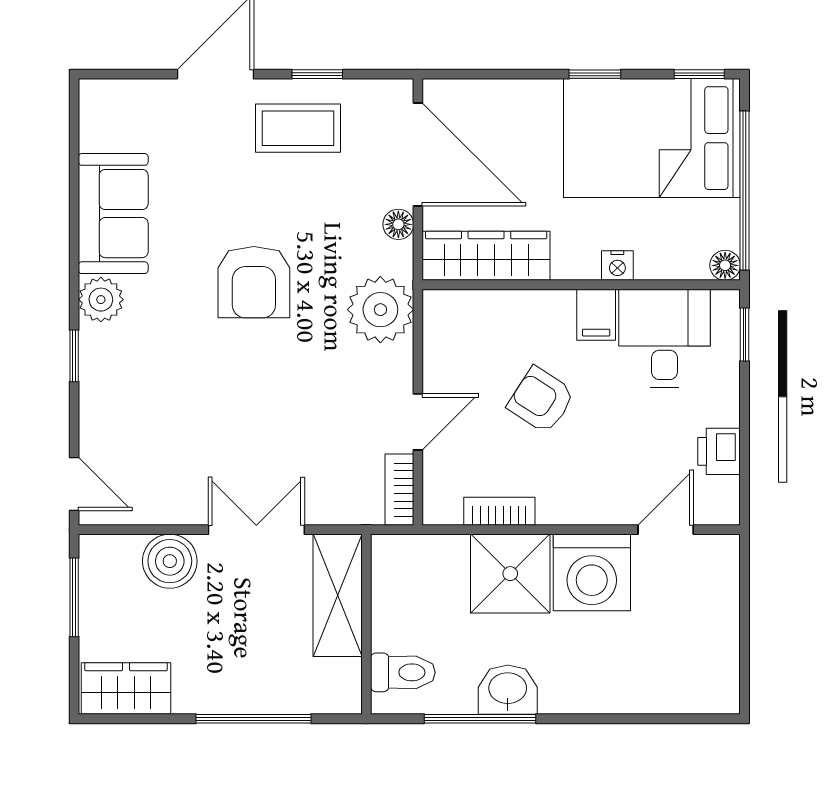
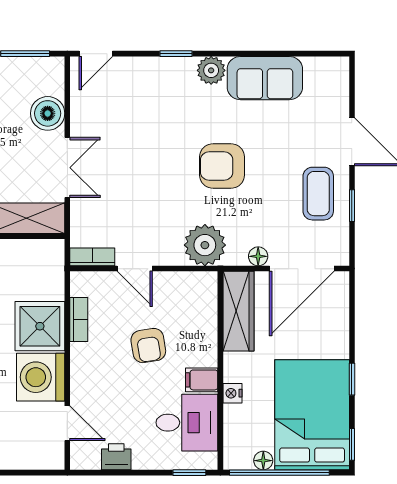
floor lamp: (725, 265) -> (263, 461), moved
armchair: (541, 400) -> (148, 346), turned 138

